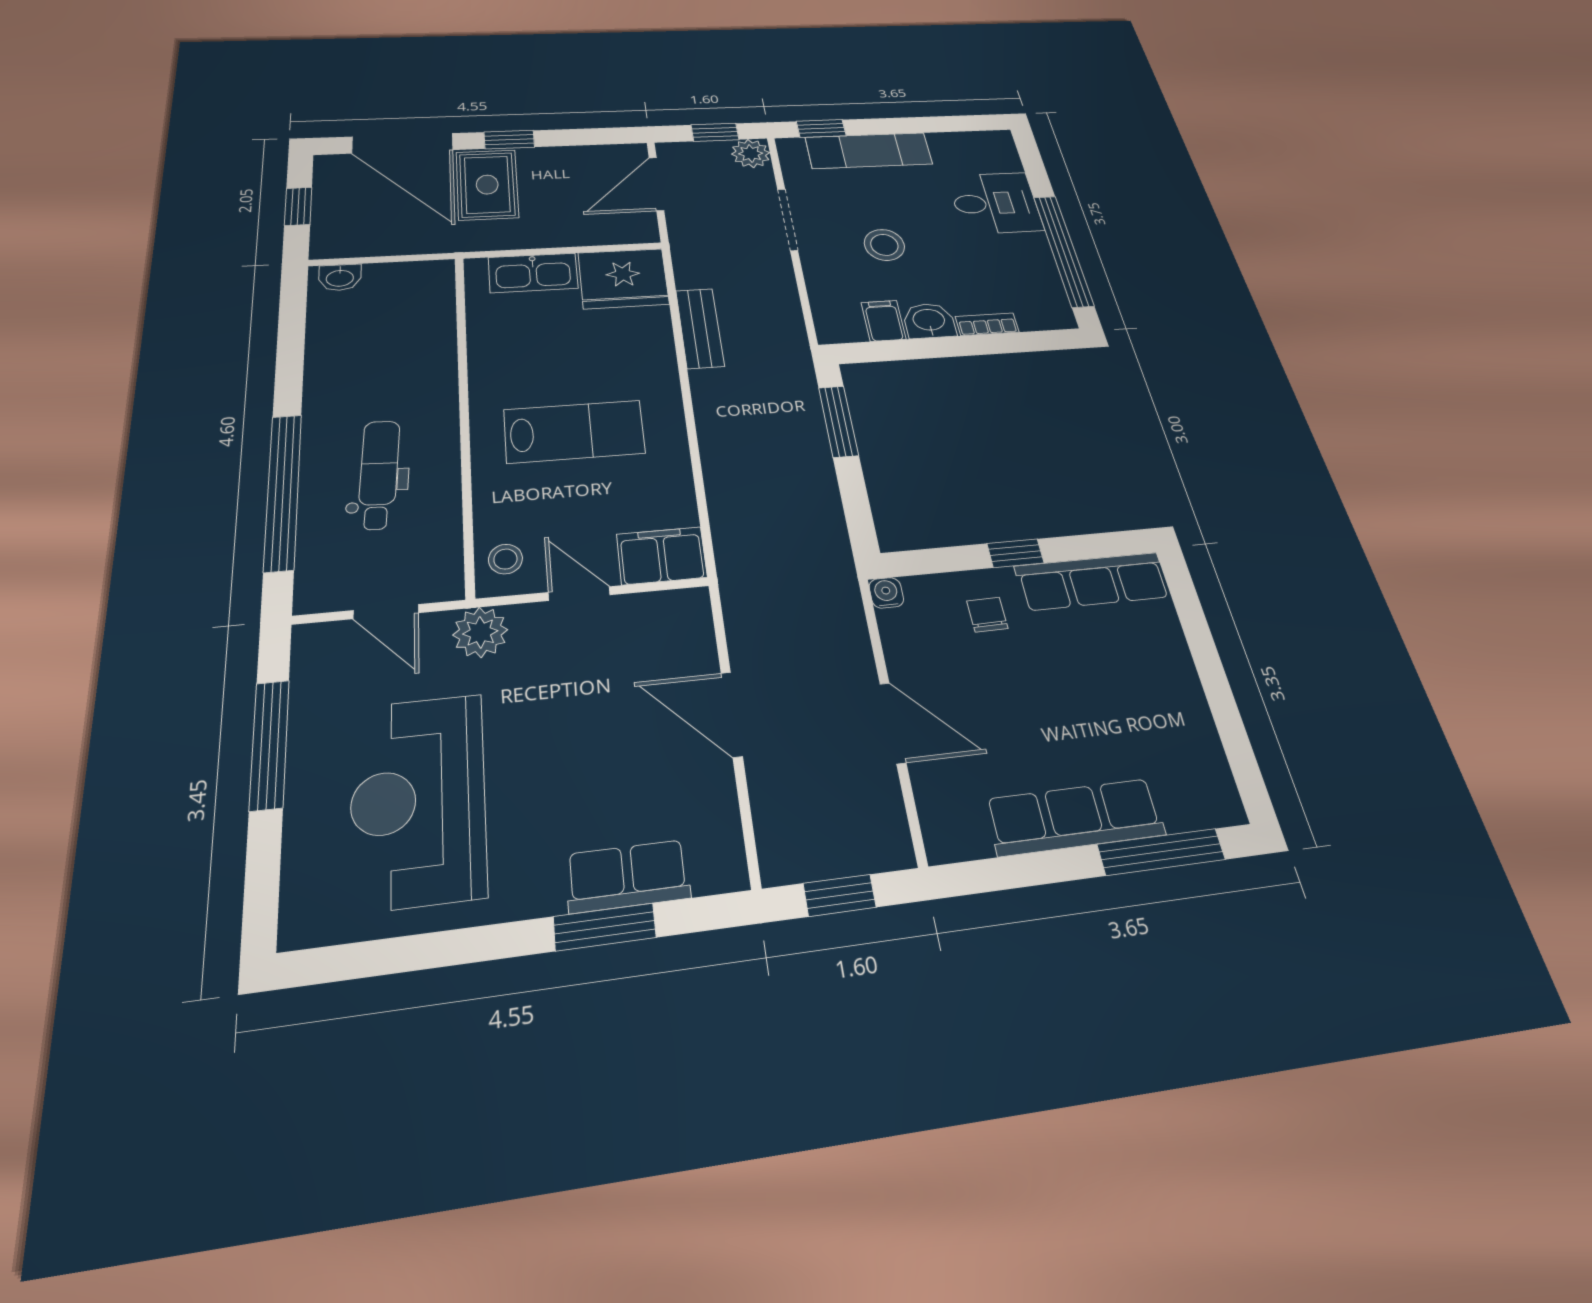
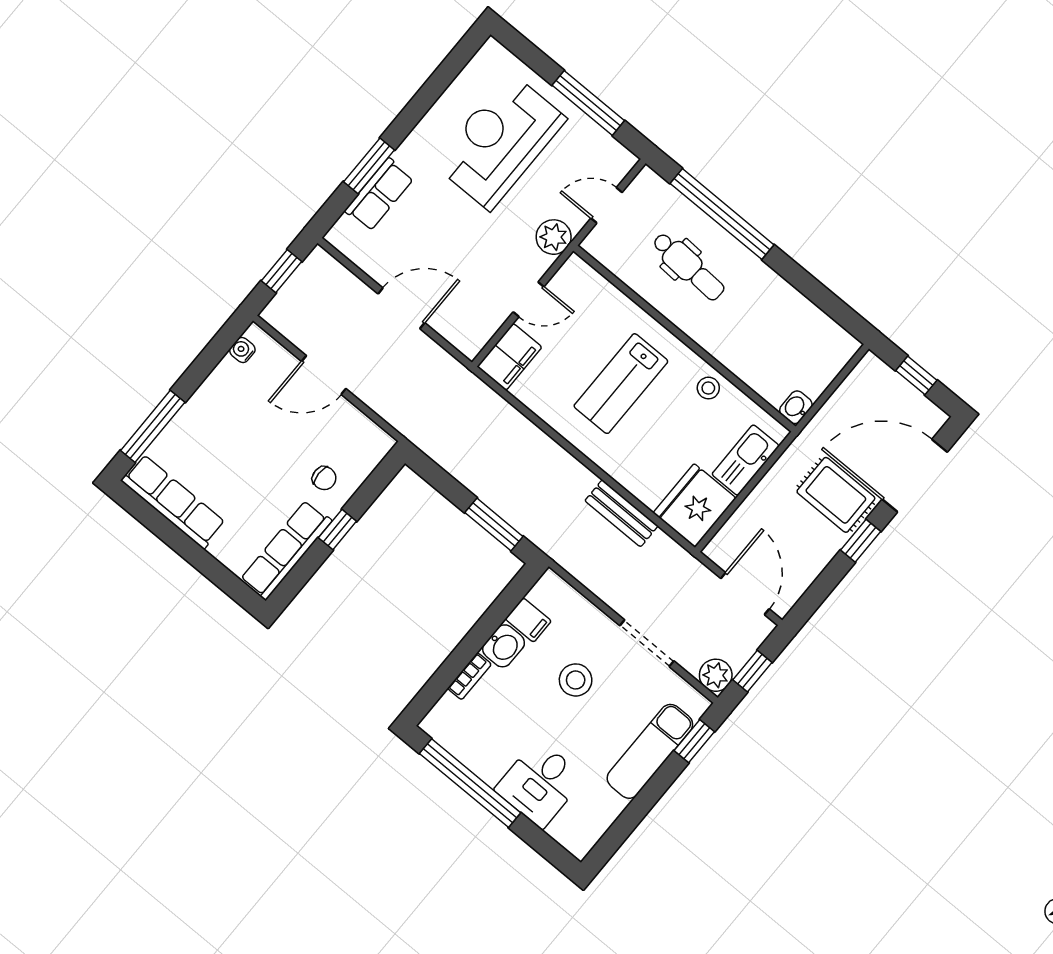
washbasin: (340, 278) -> (796, 407), moved
stool: (505, 559) -> (708, 388), moved
water cooler: (886, 593) -> (242, 350), moved, turned 180
reception desk: (418, 800) -> (500, 141), turned -90
row of seats: (1075, 817) -> (173, 502), moved, turned -90

